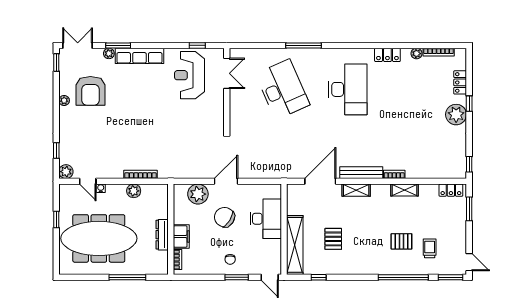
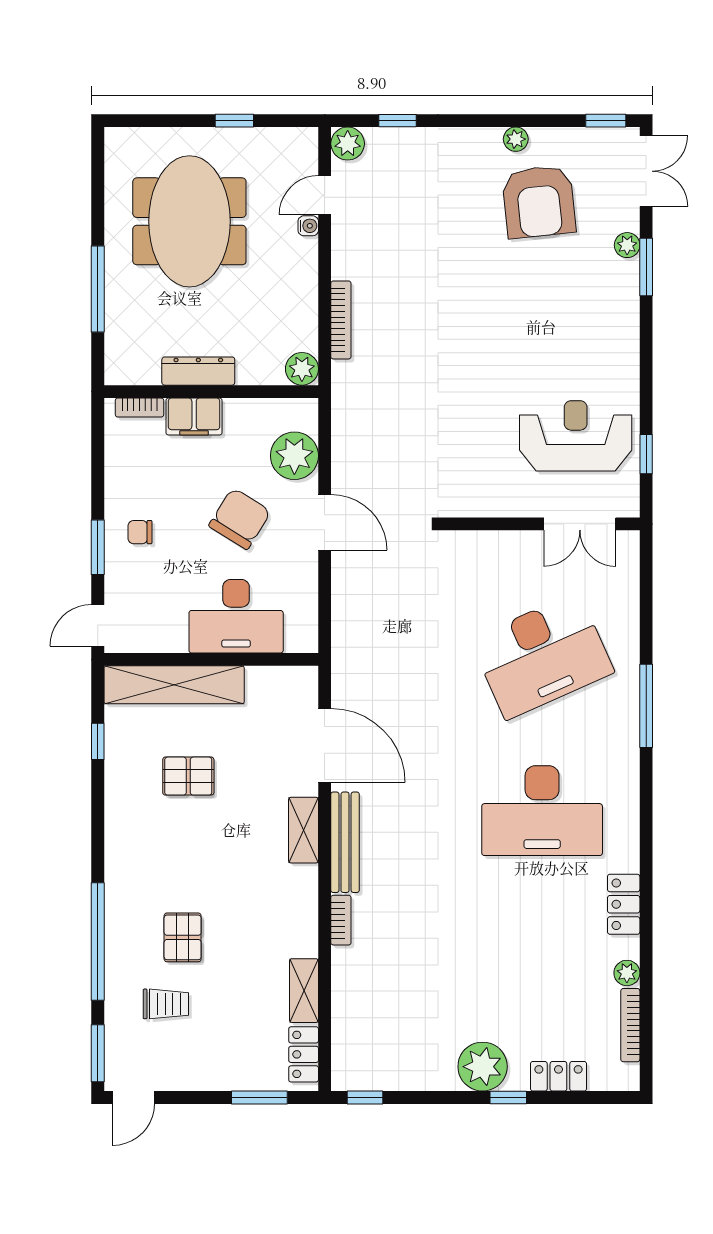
row of seats: (139, 56) -> (621, 317), removed
armchair: (90, 91) -> (539, 202), turned -96
shelving: (404, 190) -> (304, 991), moved
plant: (134, 191) -> (302, 369), moved
meeting table: (99, 238) -> (189, 221), width x0.73

